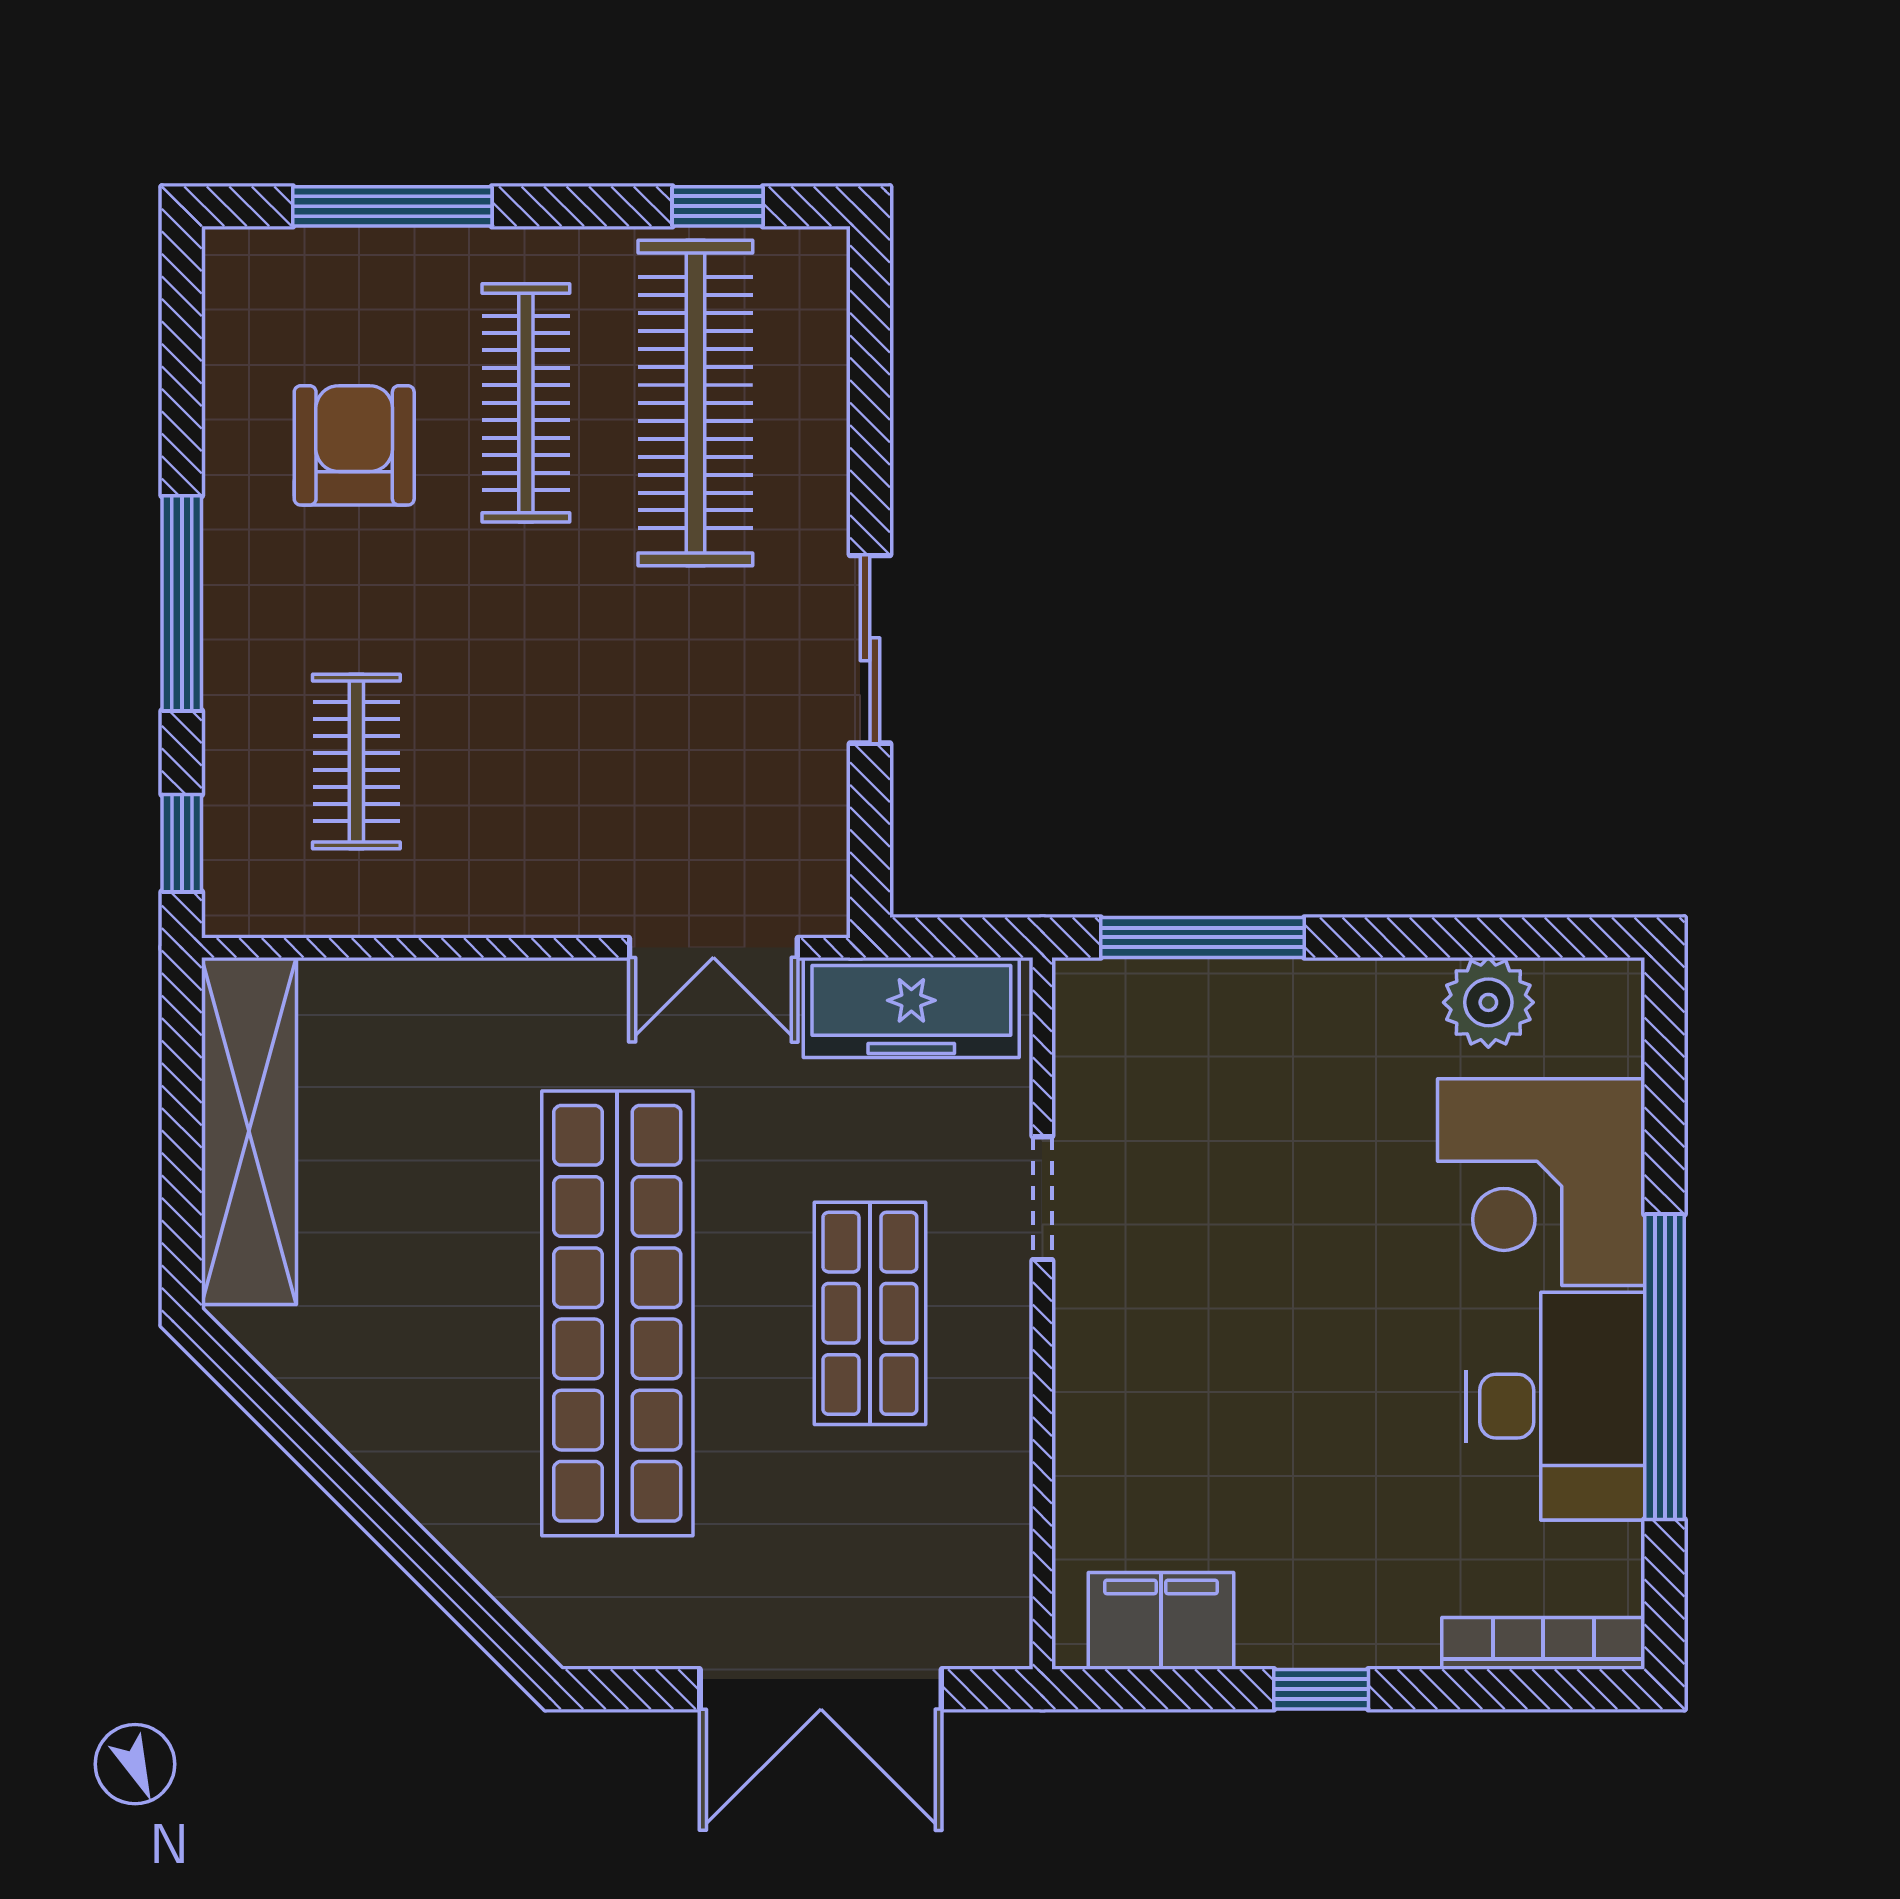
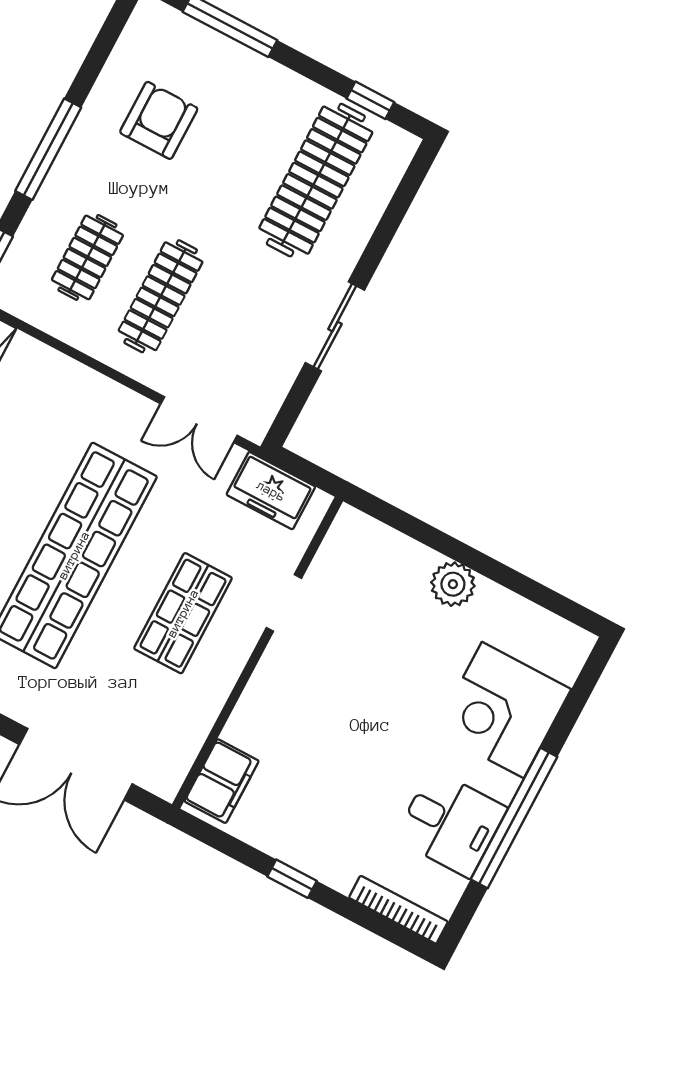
clothes rail: (526, 403) -> (161, 296), moved
window: (1203, 937) -> (413, 527), removed
plant: (1488, 1002) -> (453, 584), moved
freezer: (911, 1007) -> (271, 491), width x0.71
desk: (1555, 1406) -> (451, 823), width x0.73
filing cabinet: (1161, 1621) -> (222, 781), moved, turned 90

